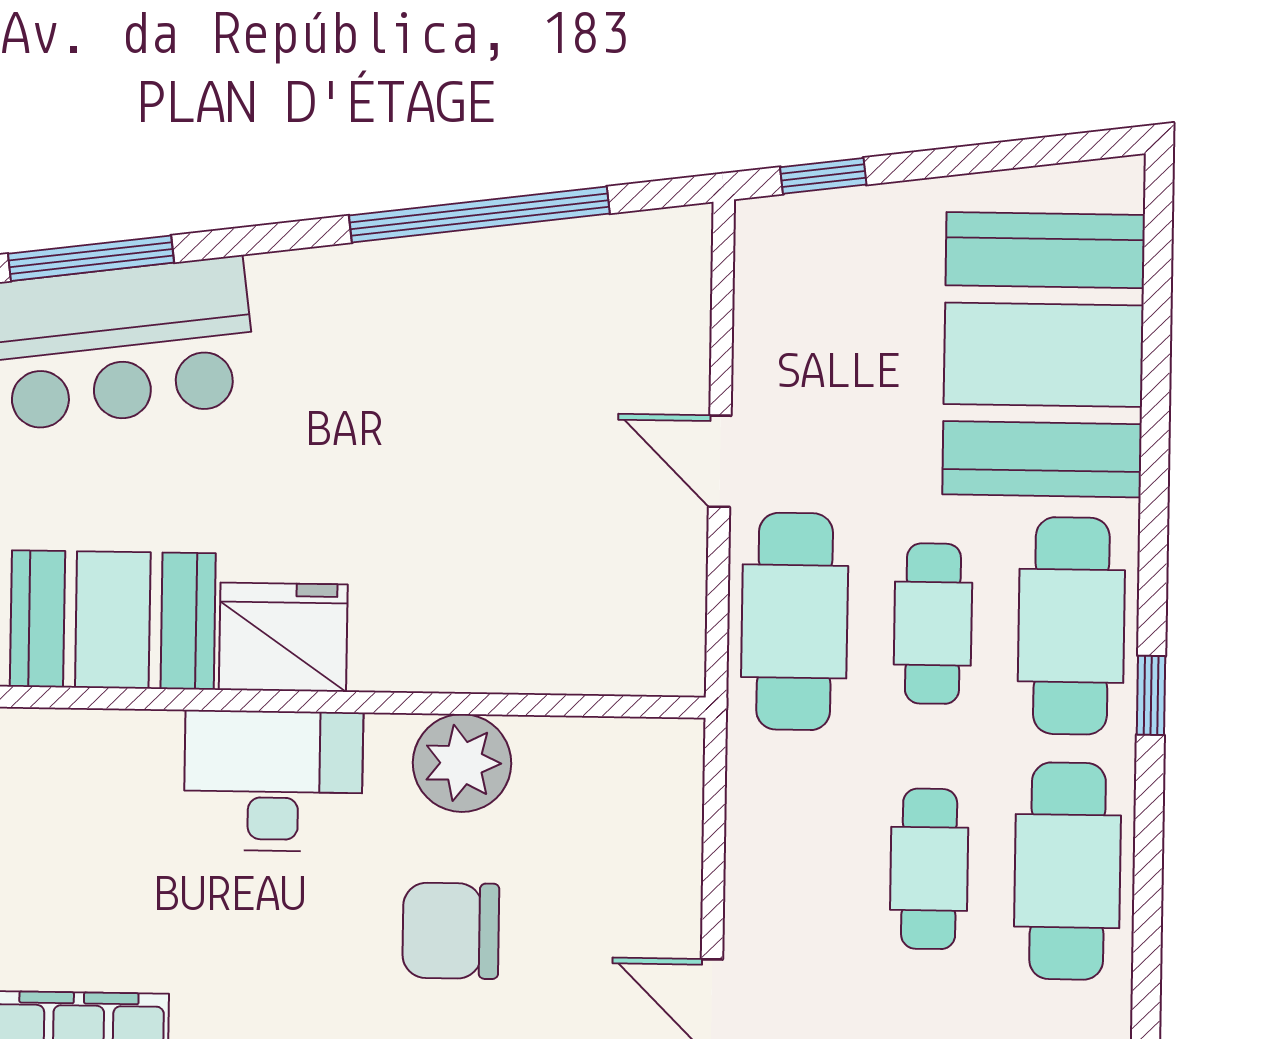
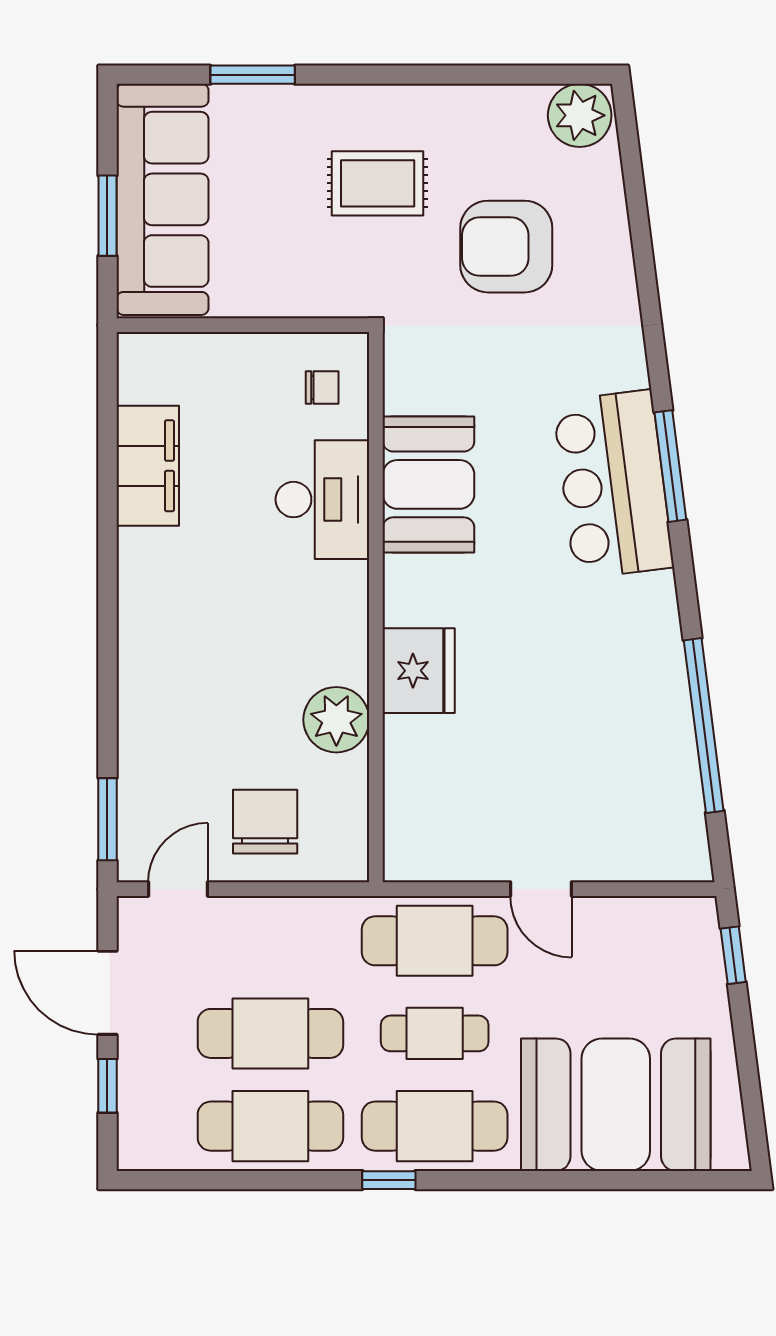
door: (720, 461) -> (541, 889), swing flipped
fridge: (283, 637) -> (419, 671), moved
desk: (273, 781) -> (322, 500), moved
cafe table: (929, 869) -> (270, 1033), width x1.37, depth x1.35
chair: (451, 931) -> (265, 822), moved

